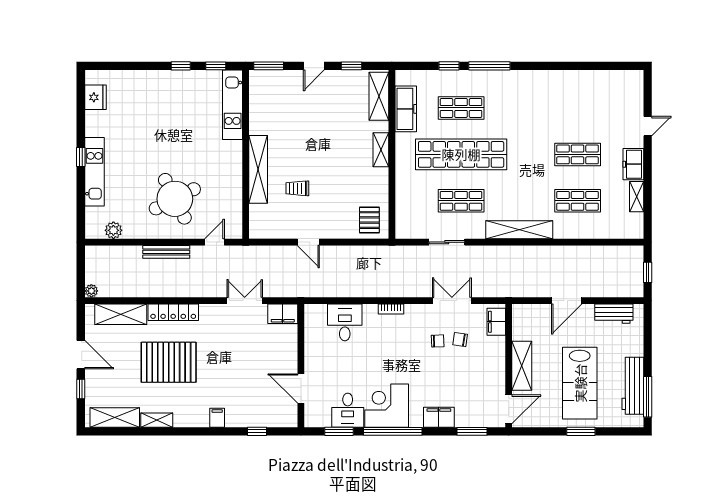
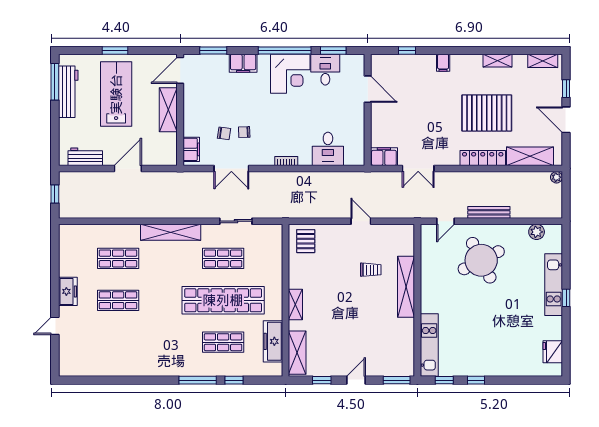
shelving: (637, 197) -> (65, 262), removed
shelving: (115, 417) -> (543, 61), width x0.67, depth x0.75

